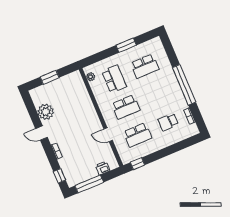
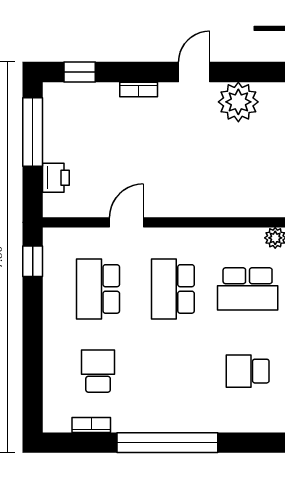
school desk: (145, 66) -> (248, 371), width x0.54

